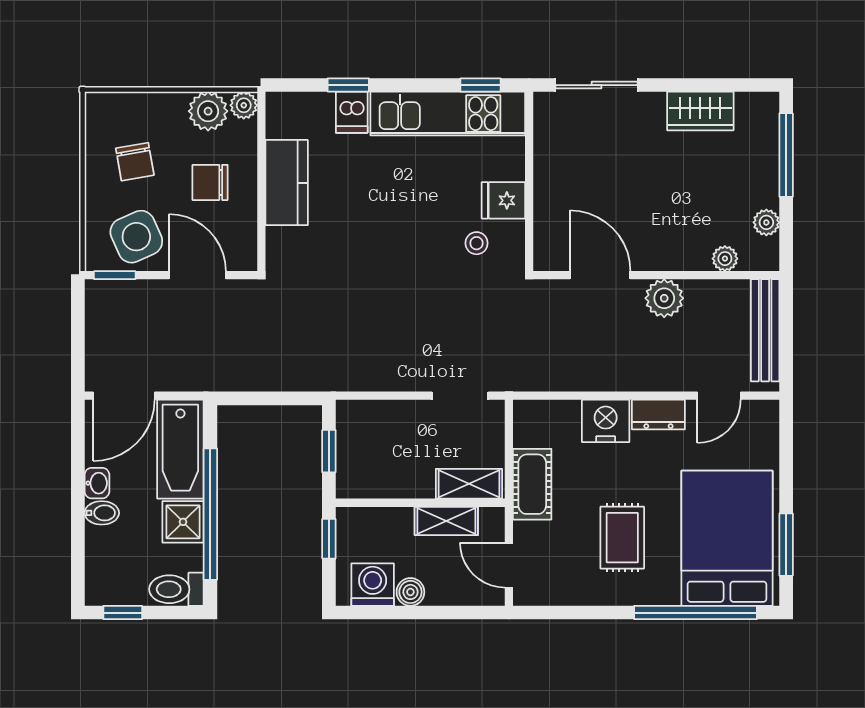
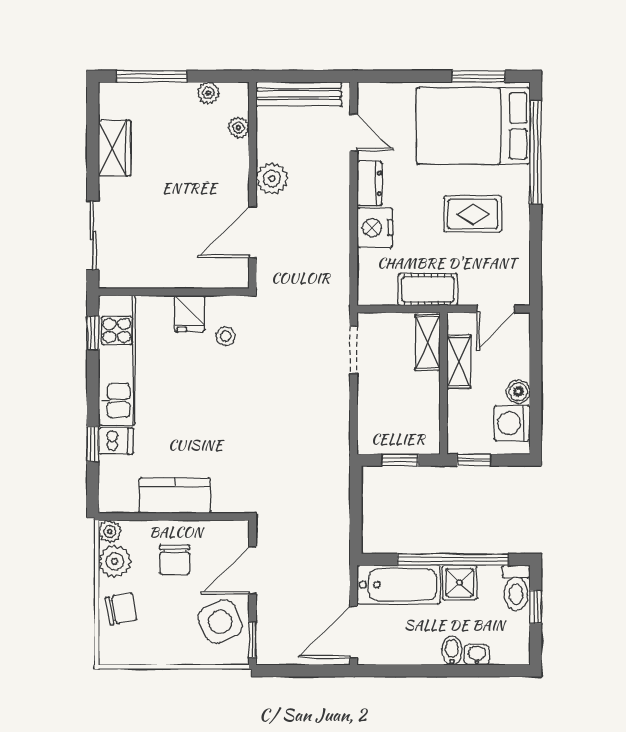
chair: (135, 162) -> (121, 609), moved
door: (124, 396) -> (354, 632), swing flipped
washbasin: (97, 483) -> (477, 655), moved
window: (123, 613) -> (536, 607), moved

